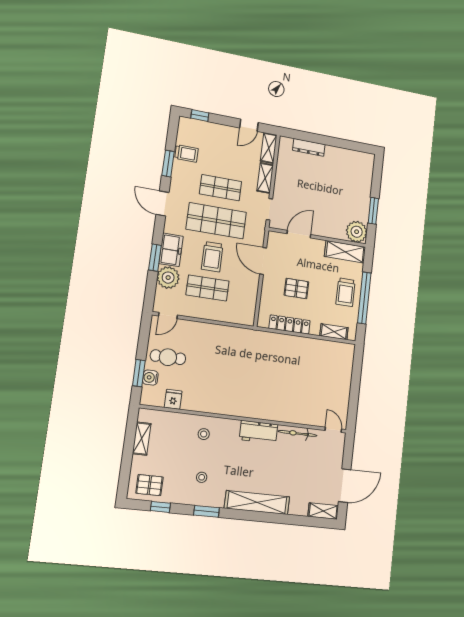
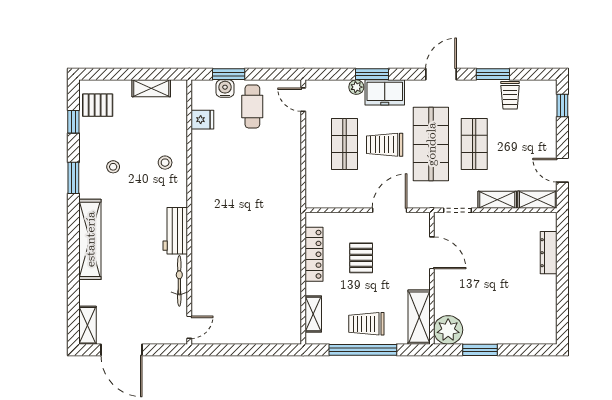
plant: (168, 278) -> (356, 87), width x0.53, depth x0.53
pallet: (149, 485) -> (98, 105), turned 90

